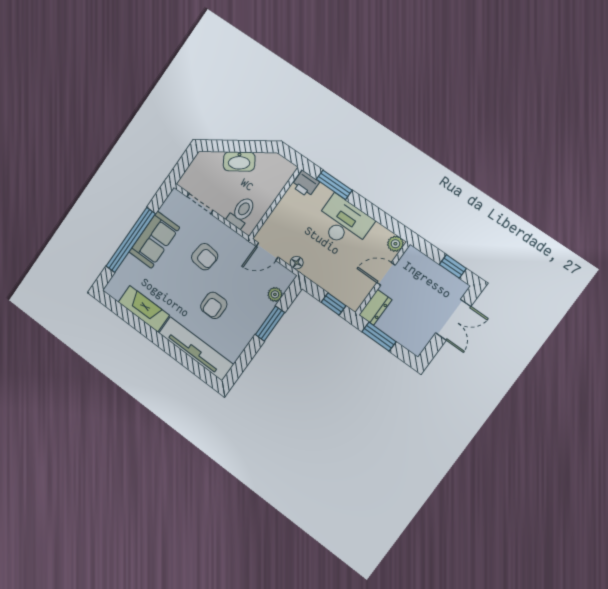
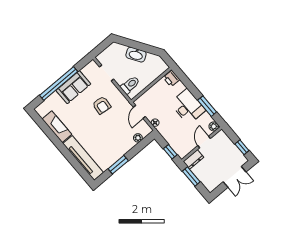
window: (334, 185) -> (207, 106), moved
door: (267, 252) -> (139, 112), hinge flipped
door: (386, 274) -> (204, 142), hinge flipped
armchair: (214, 305) -> (100, 135), removed
window: (270, 324) -> (118, 165), moved

